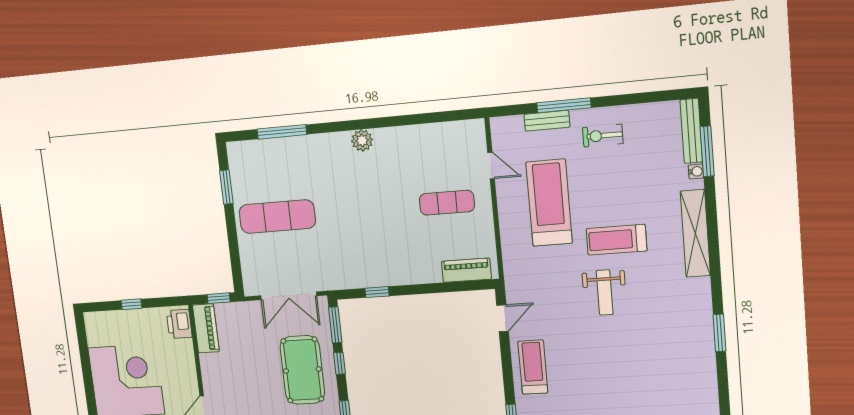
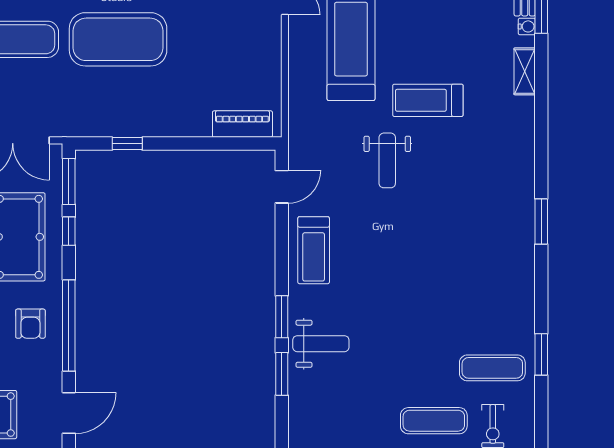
exercise mat: (447, 203) -> (118, 39), moved, width x2.00, depth x1.45
shelving: (695, 233) -> (525, 71), width x0.45, depth x0.75
weight bench: (605, 293) -> (387, 160), moved
treadmill: (533, 367) -> (314, 250), turned 180

